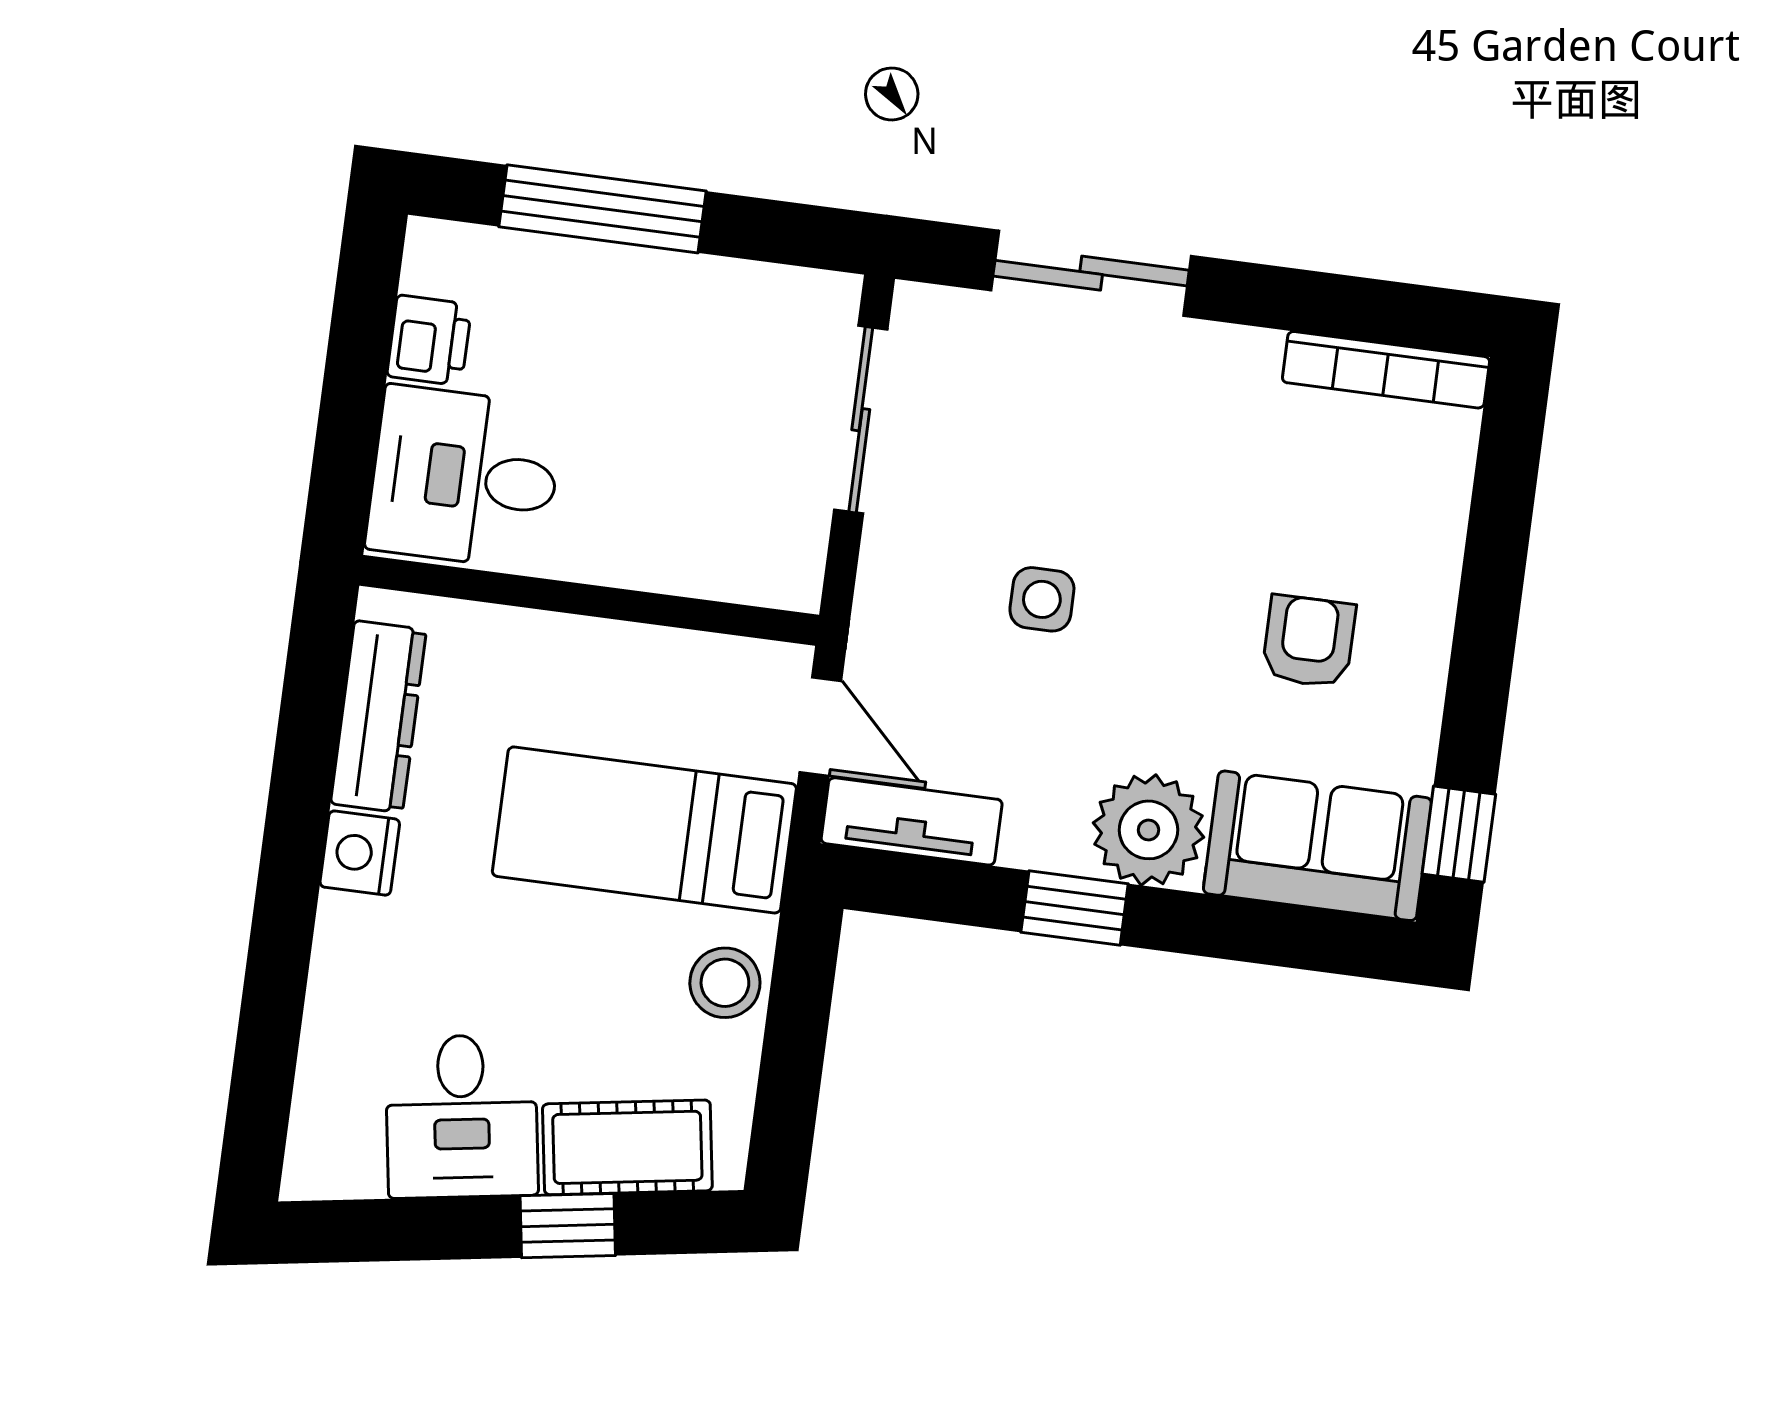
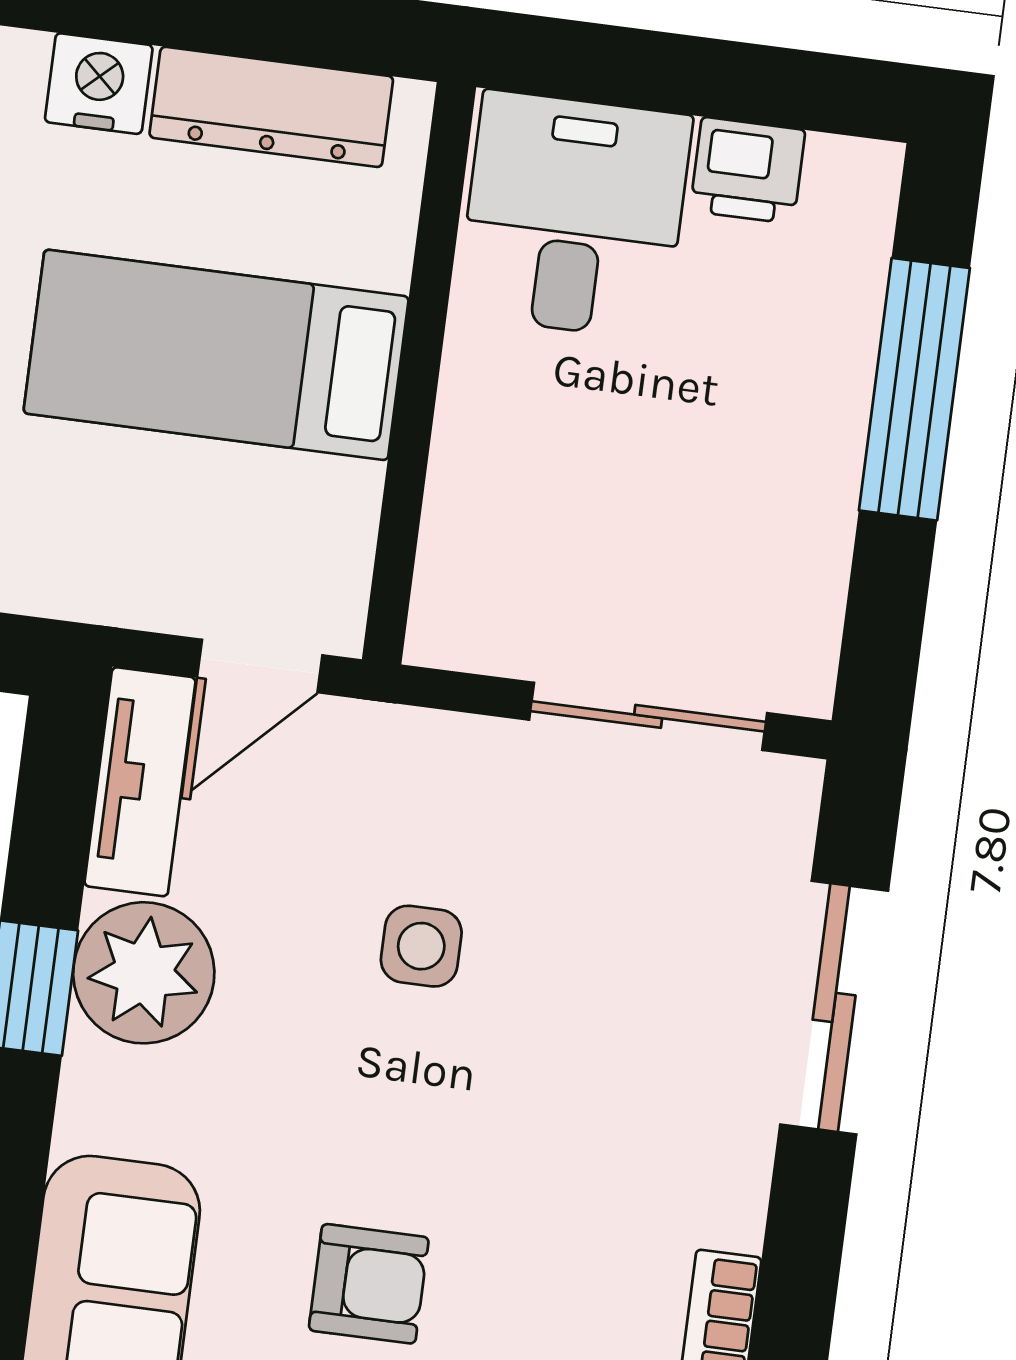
bed: (644, 830) -> (216, 355), moved, turned -90
plant: (1149, 830) -> (144, 973), moved

